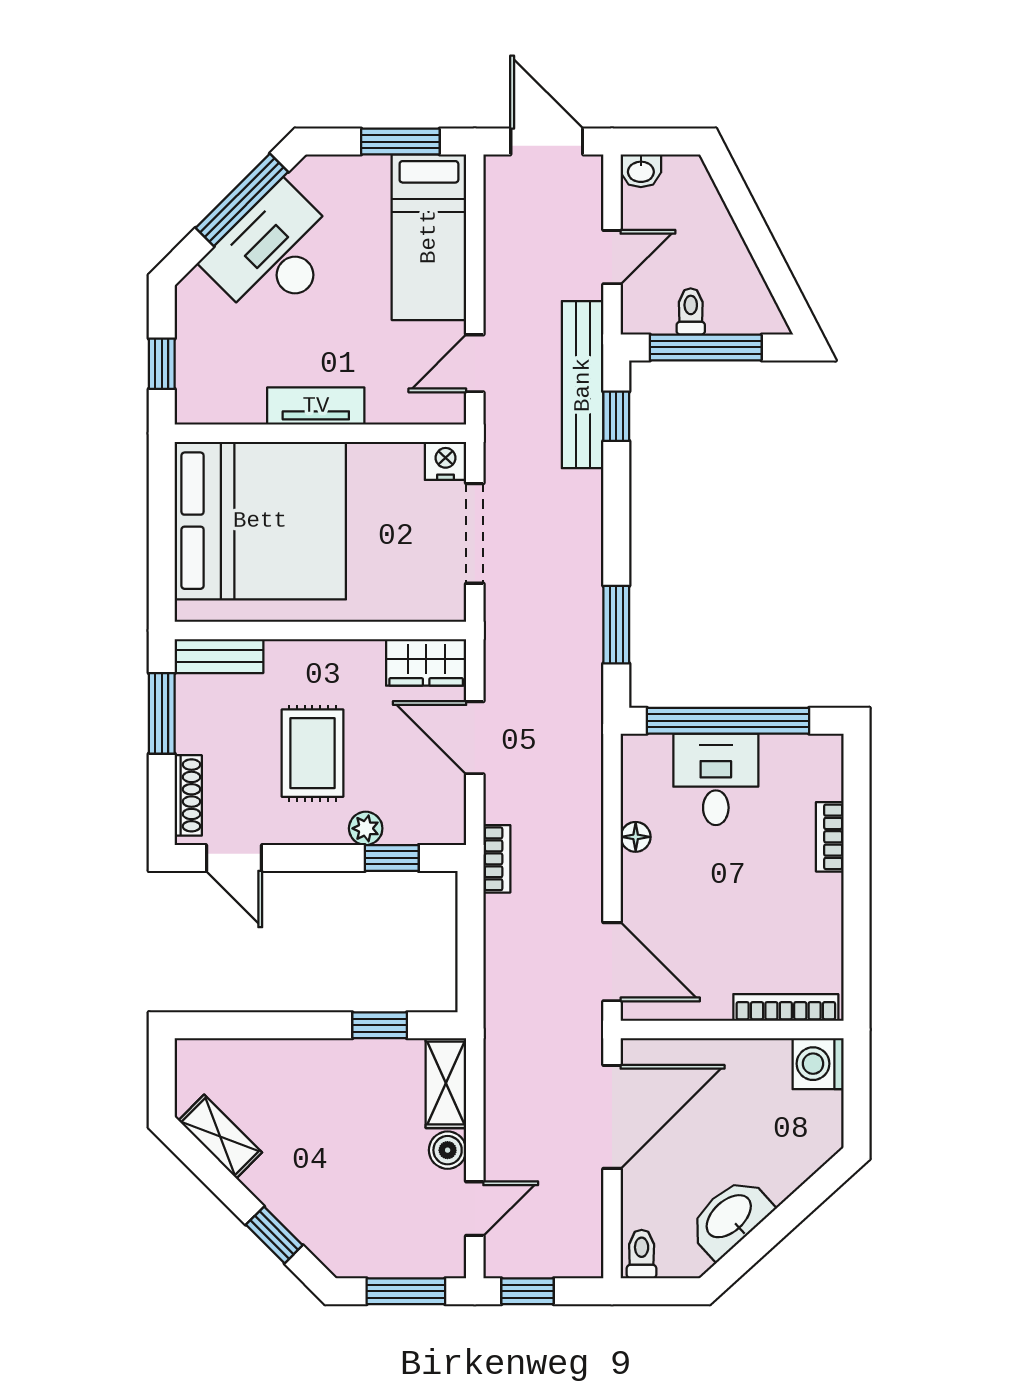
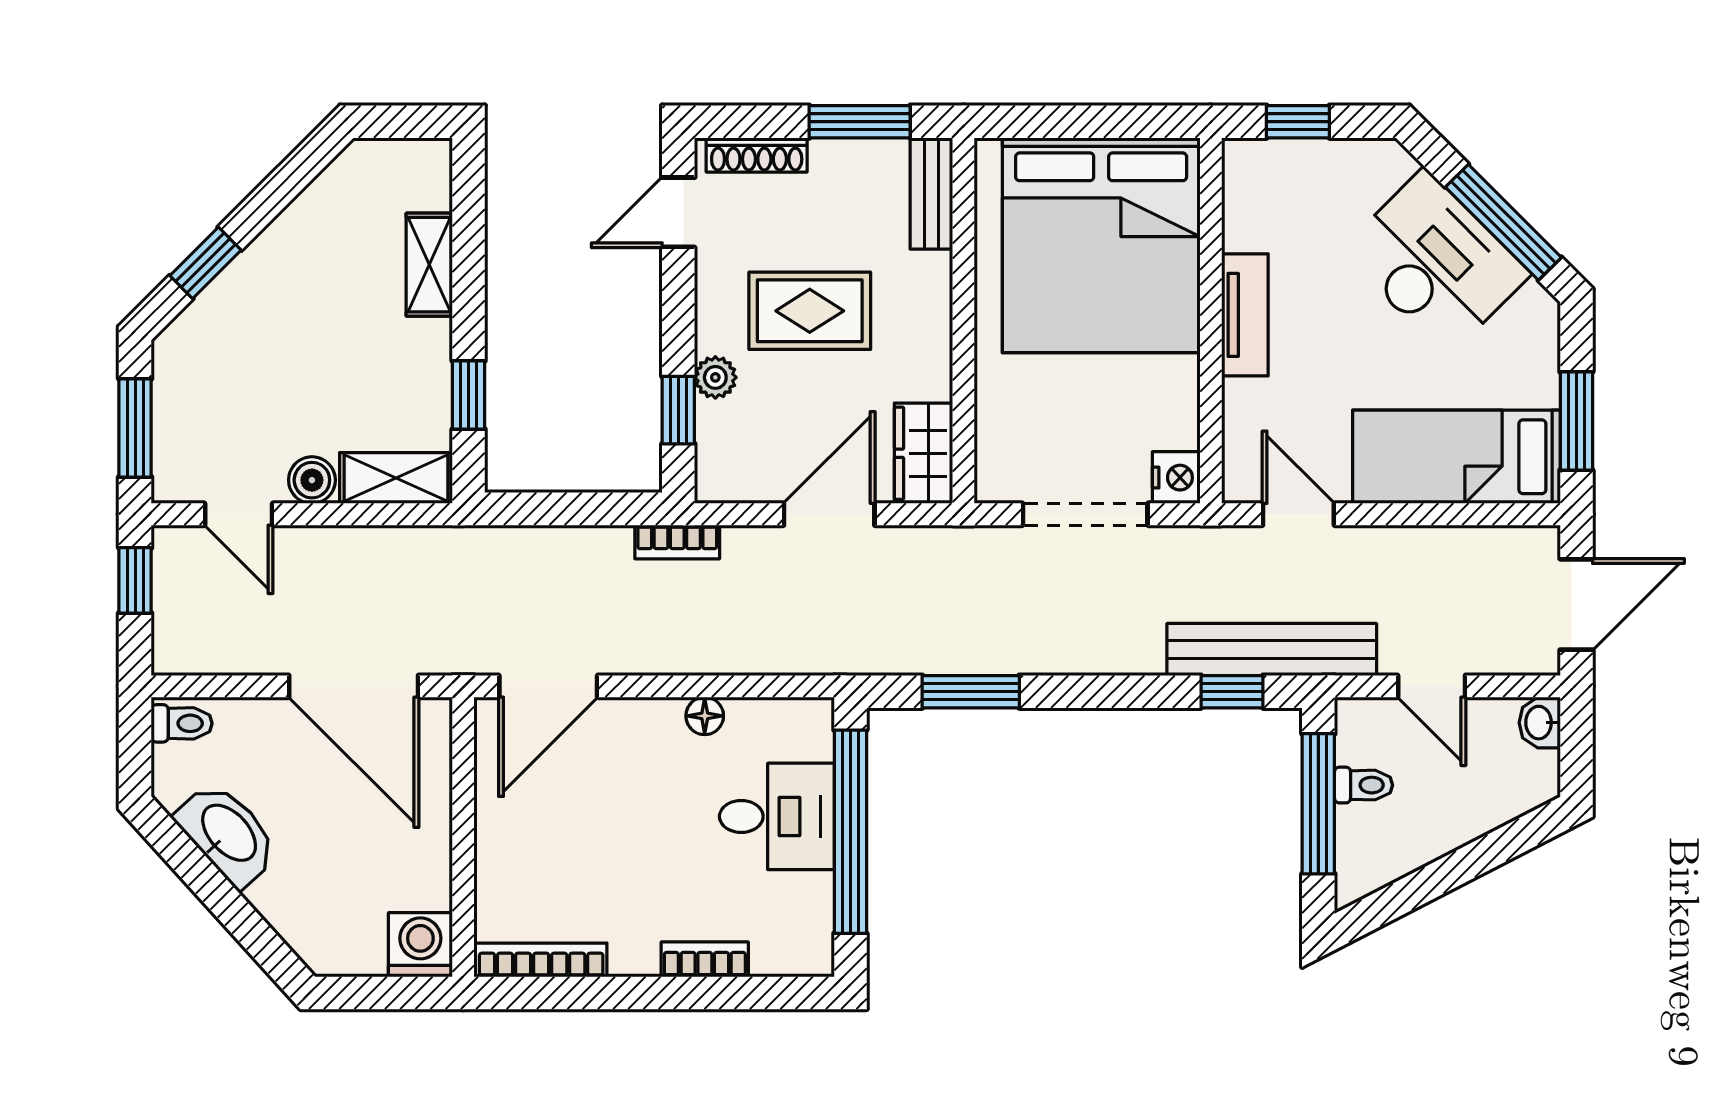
bookcase: (786, 1007) -> (541, 960), moved, turned -90
shelving: (220, 1137) -> (429, 265), moved, turned -45

